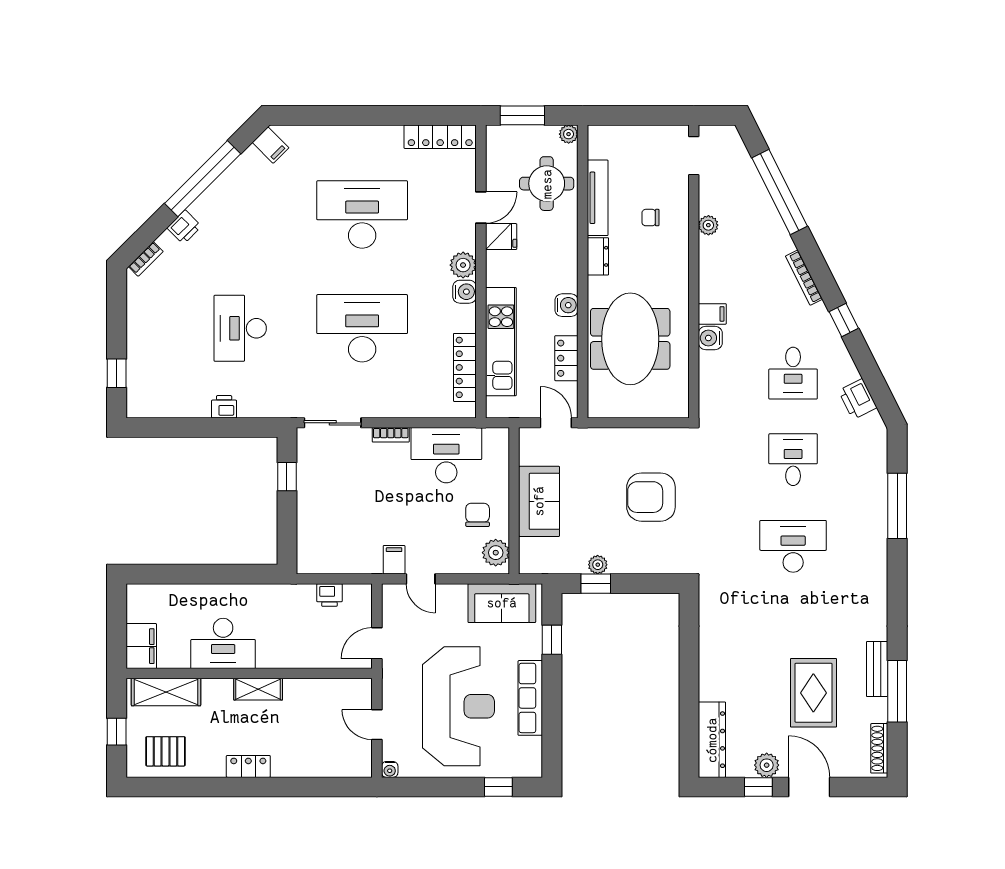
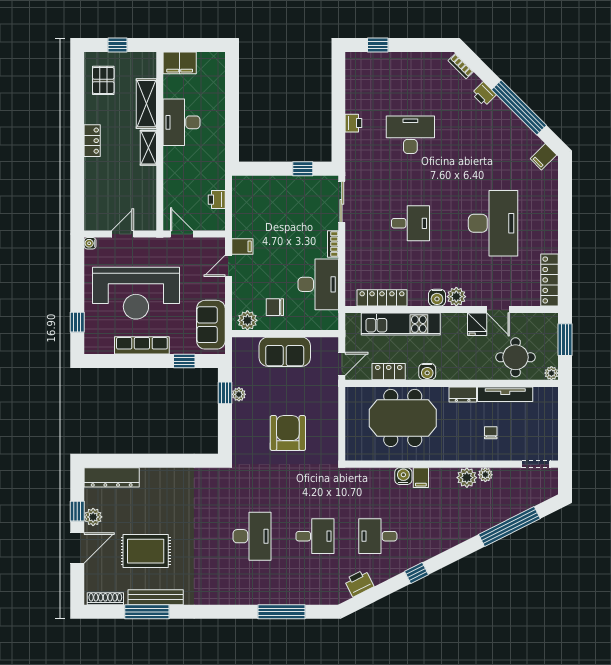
plant: (712, 251) -> (467, 478), added
bookcase: (804, 278) -> (447, 544), removed
desk: (362, 328) -> (410, 223), width x0.53, depth x0.77
chair: (478, 515) -> (275, 307), turned 180
bench: (877, 669) -> (156, 597), width x1.36
shelving: (166, 692) -> (146, 104), moved

